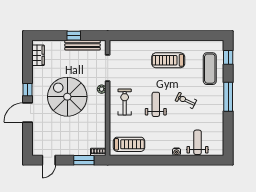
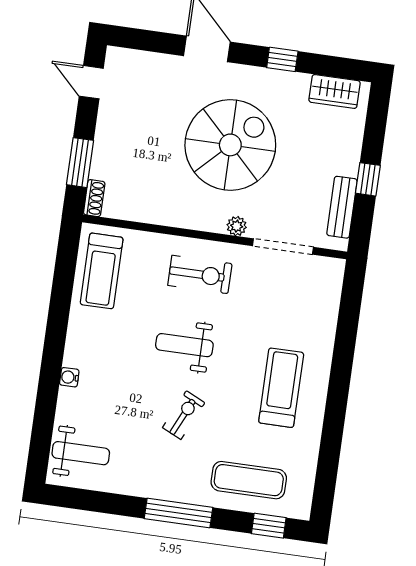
bench: (83, 45) -> (342, 207), width x0.73
window: (28, 90) -> (282, 59), moved
weight bench: (156, 104) -> (184, 345), turned 180
weight bench: (198, 142) -> (81, 453), moved

